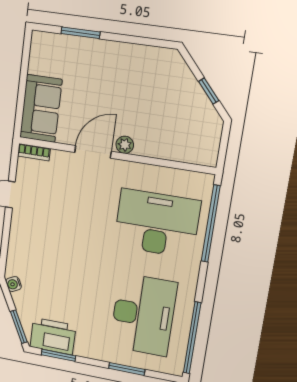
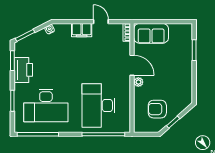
armchair: (179, 117) -> (157, 109), added
desk: (157, 224) -> (99, 105), turned 180
filing cabinet: (21, 230) -> (82, 30), added
printer: (53, 336) -> (23, 70), moved

